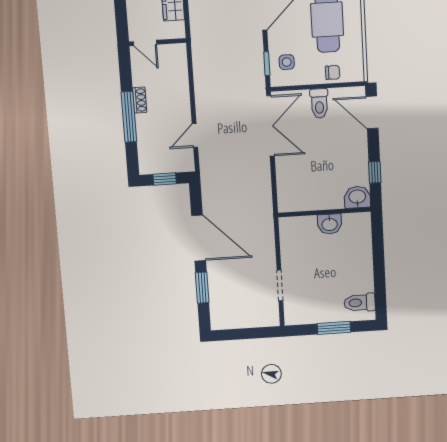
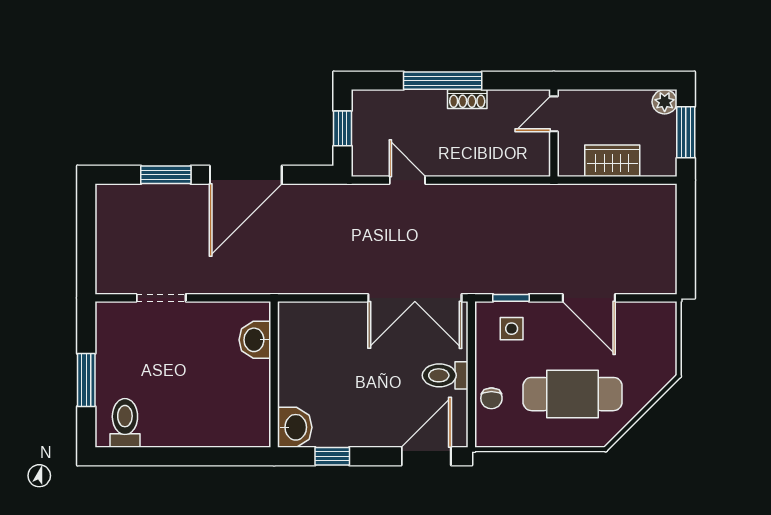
washbasin: (330, 224) -> (255, 340), moved

